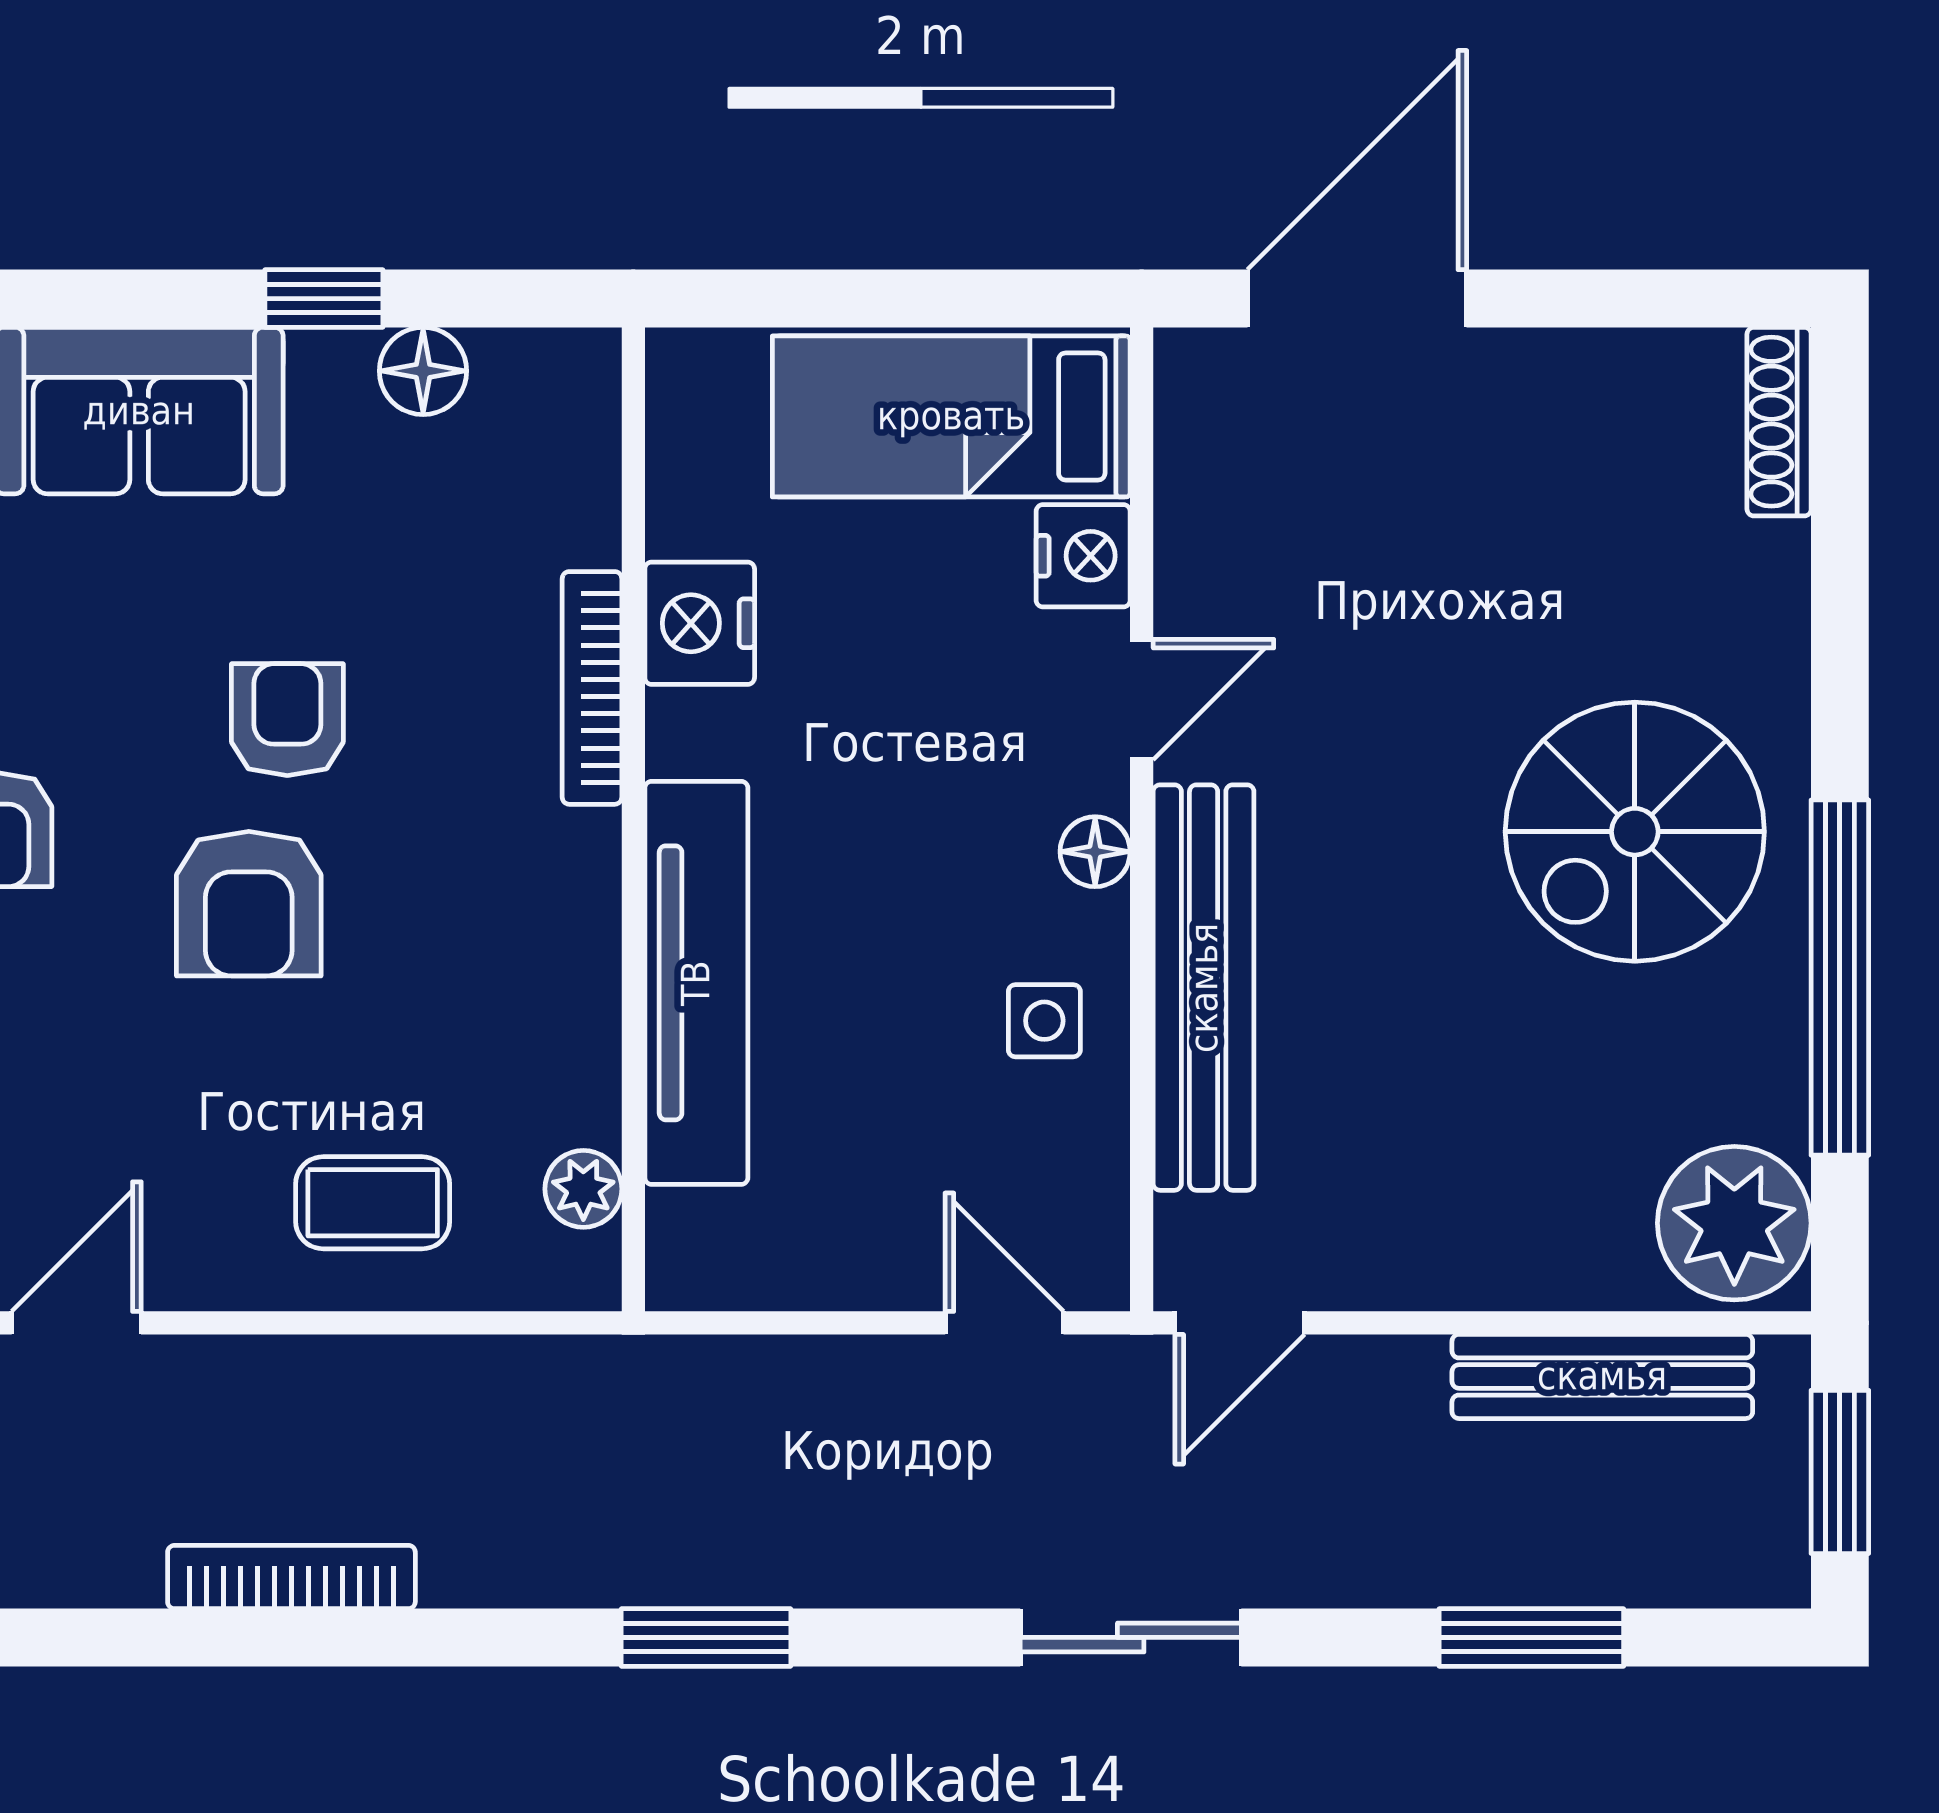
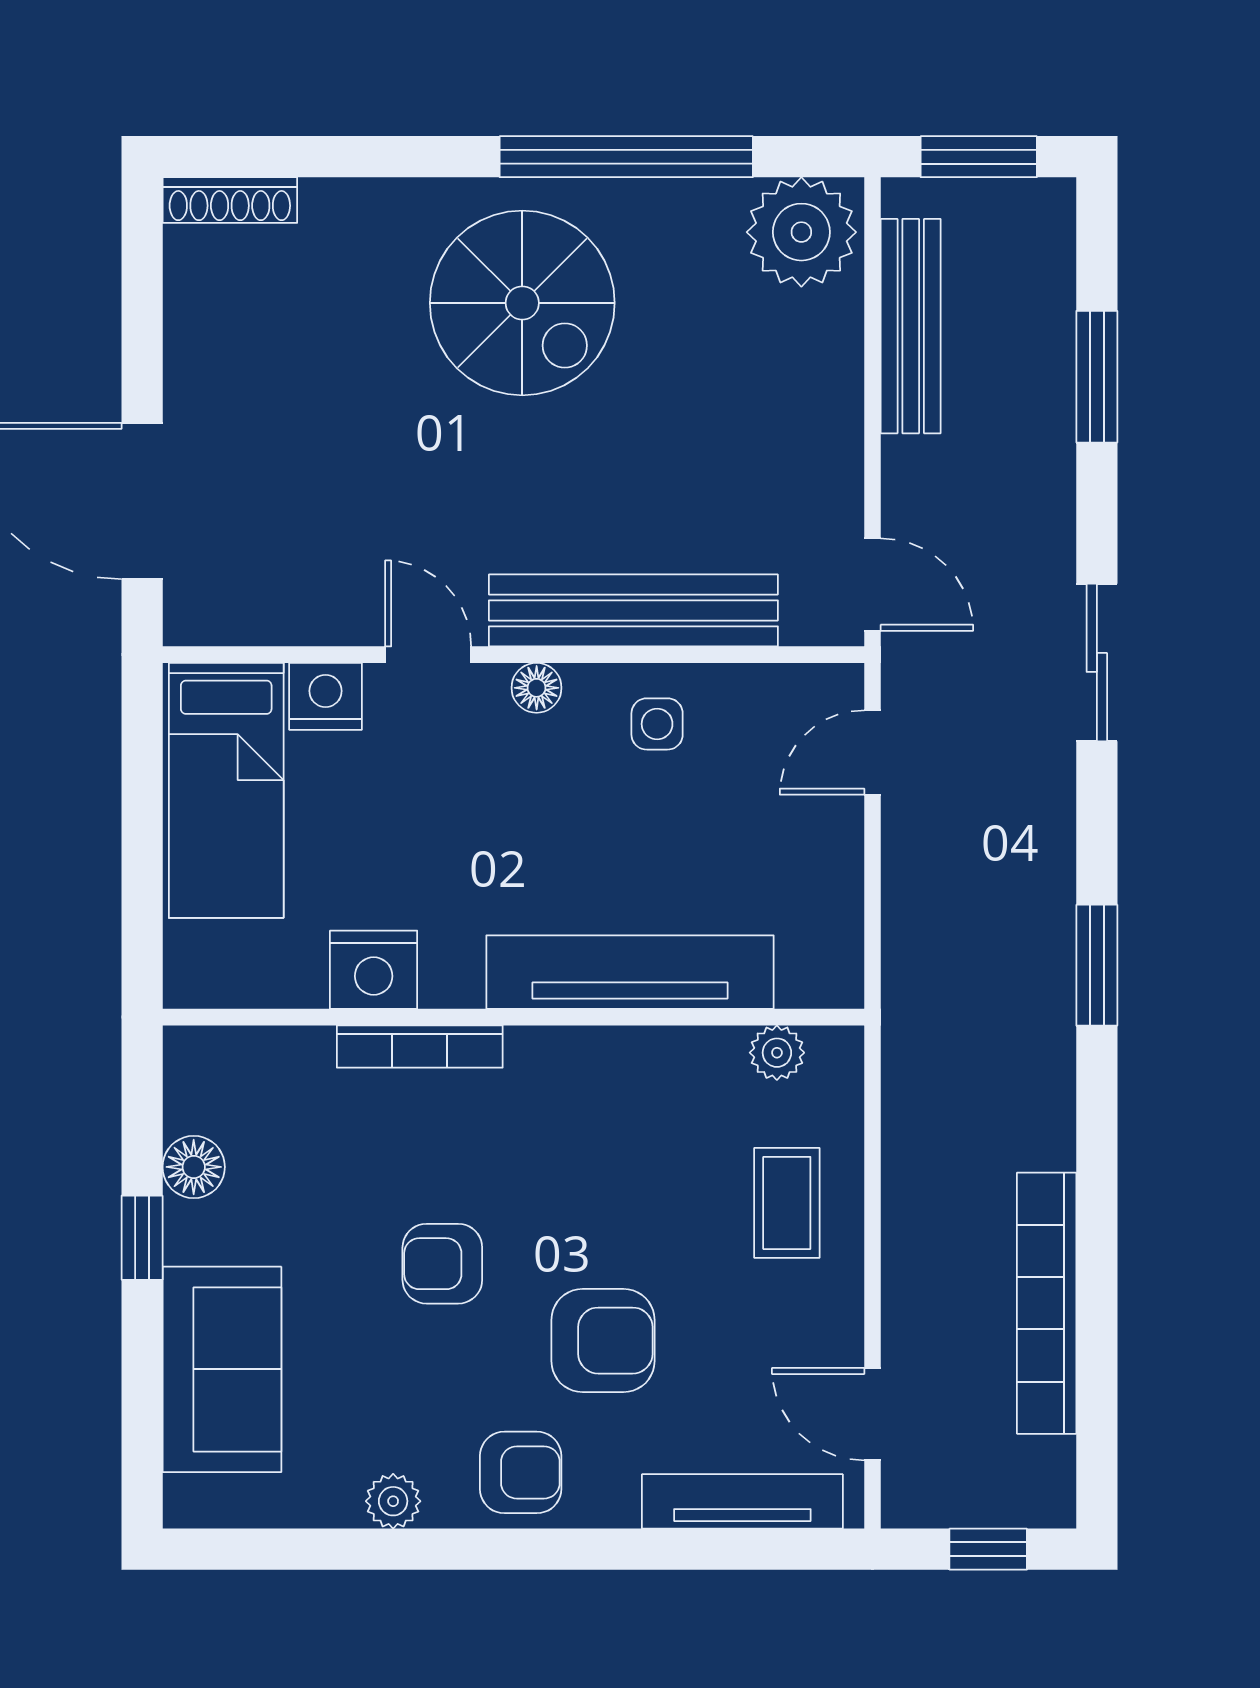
armchair: (249, 904) -> (603, 1341), moved
bookcase: (291, 1577) -> (1047, 1303), width x1.48, depth x1.31

